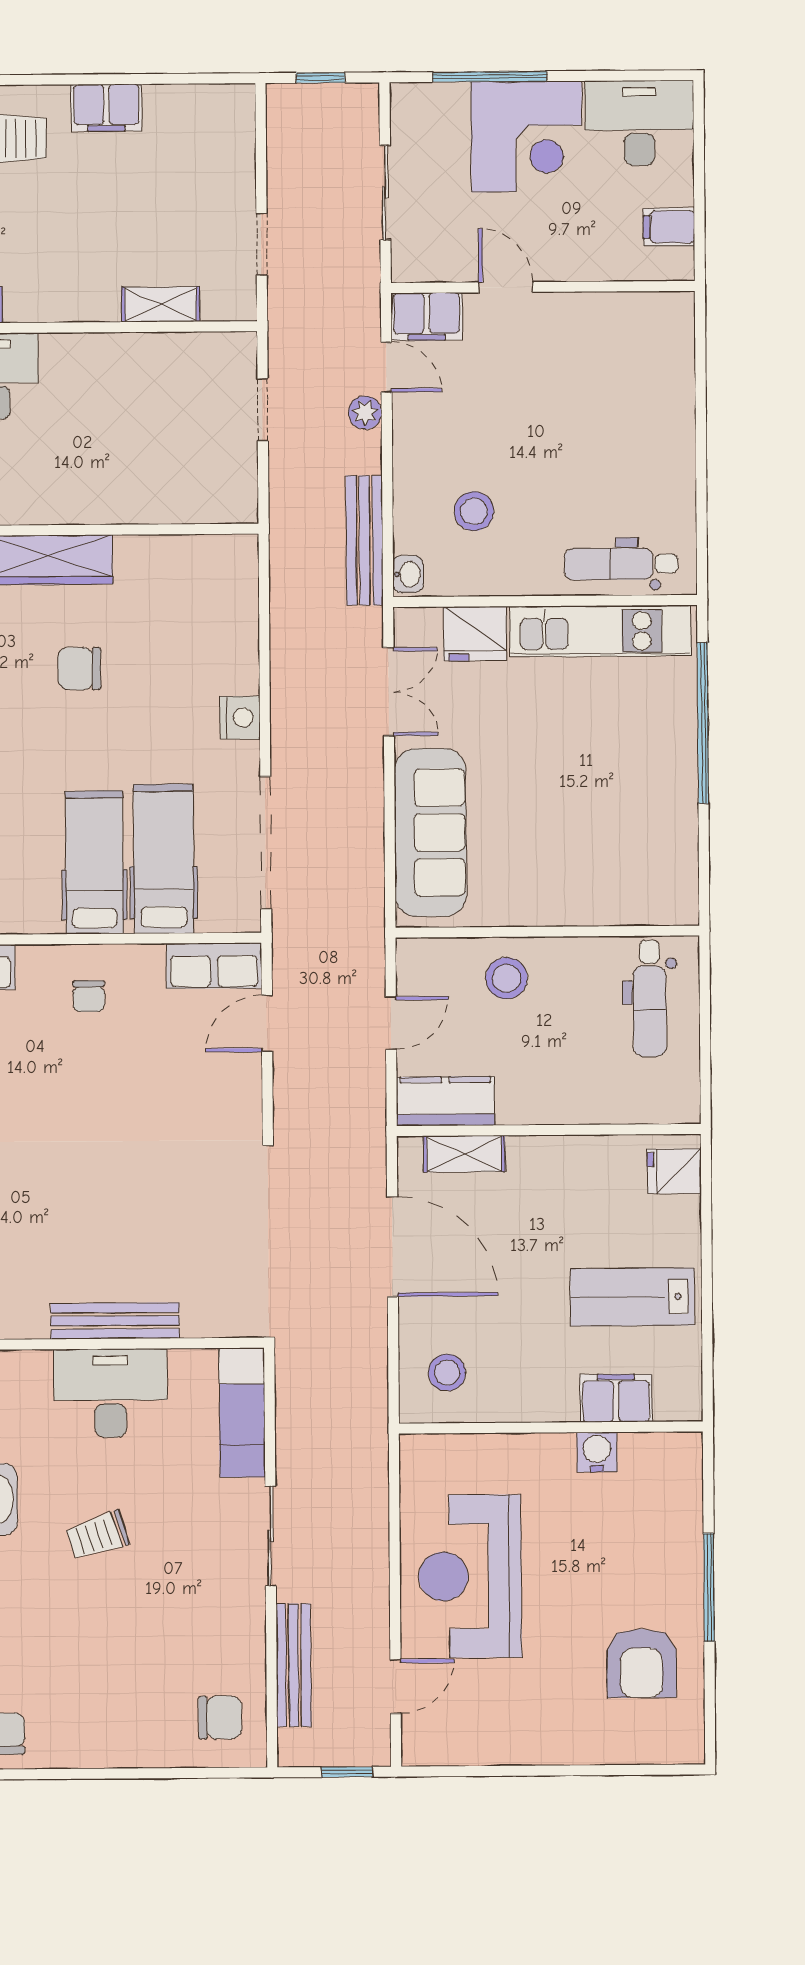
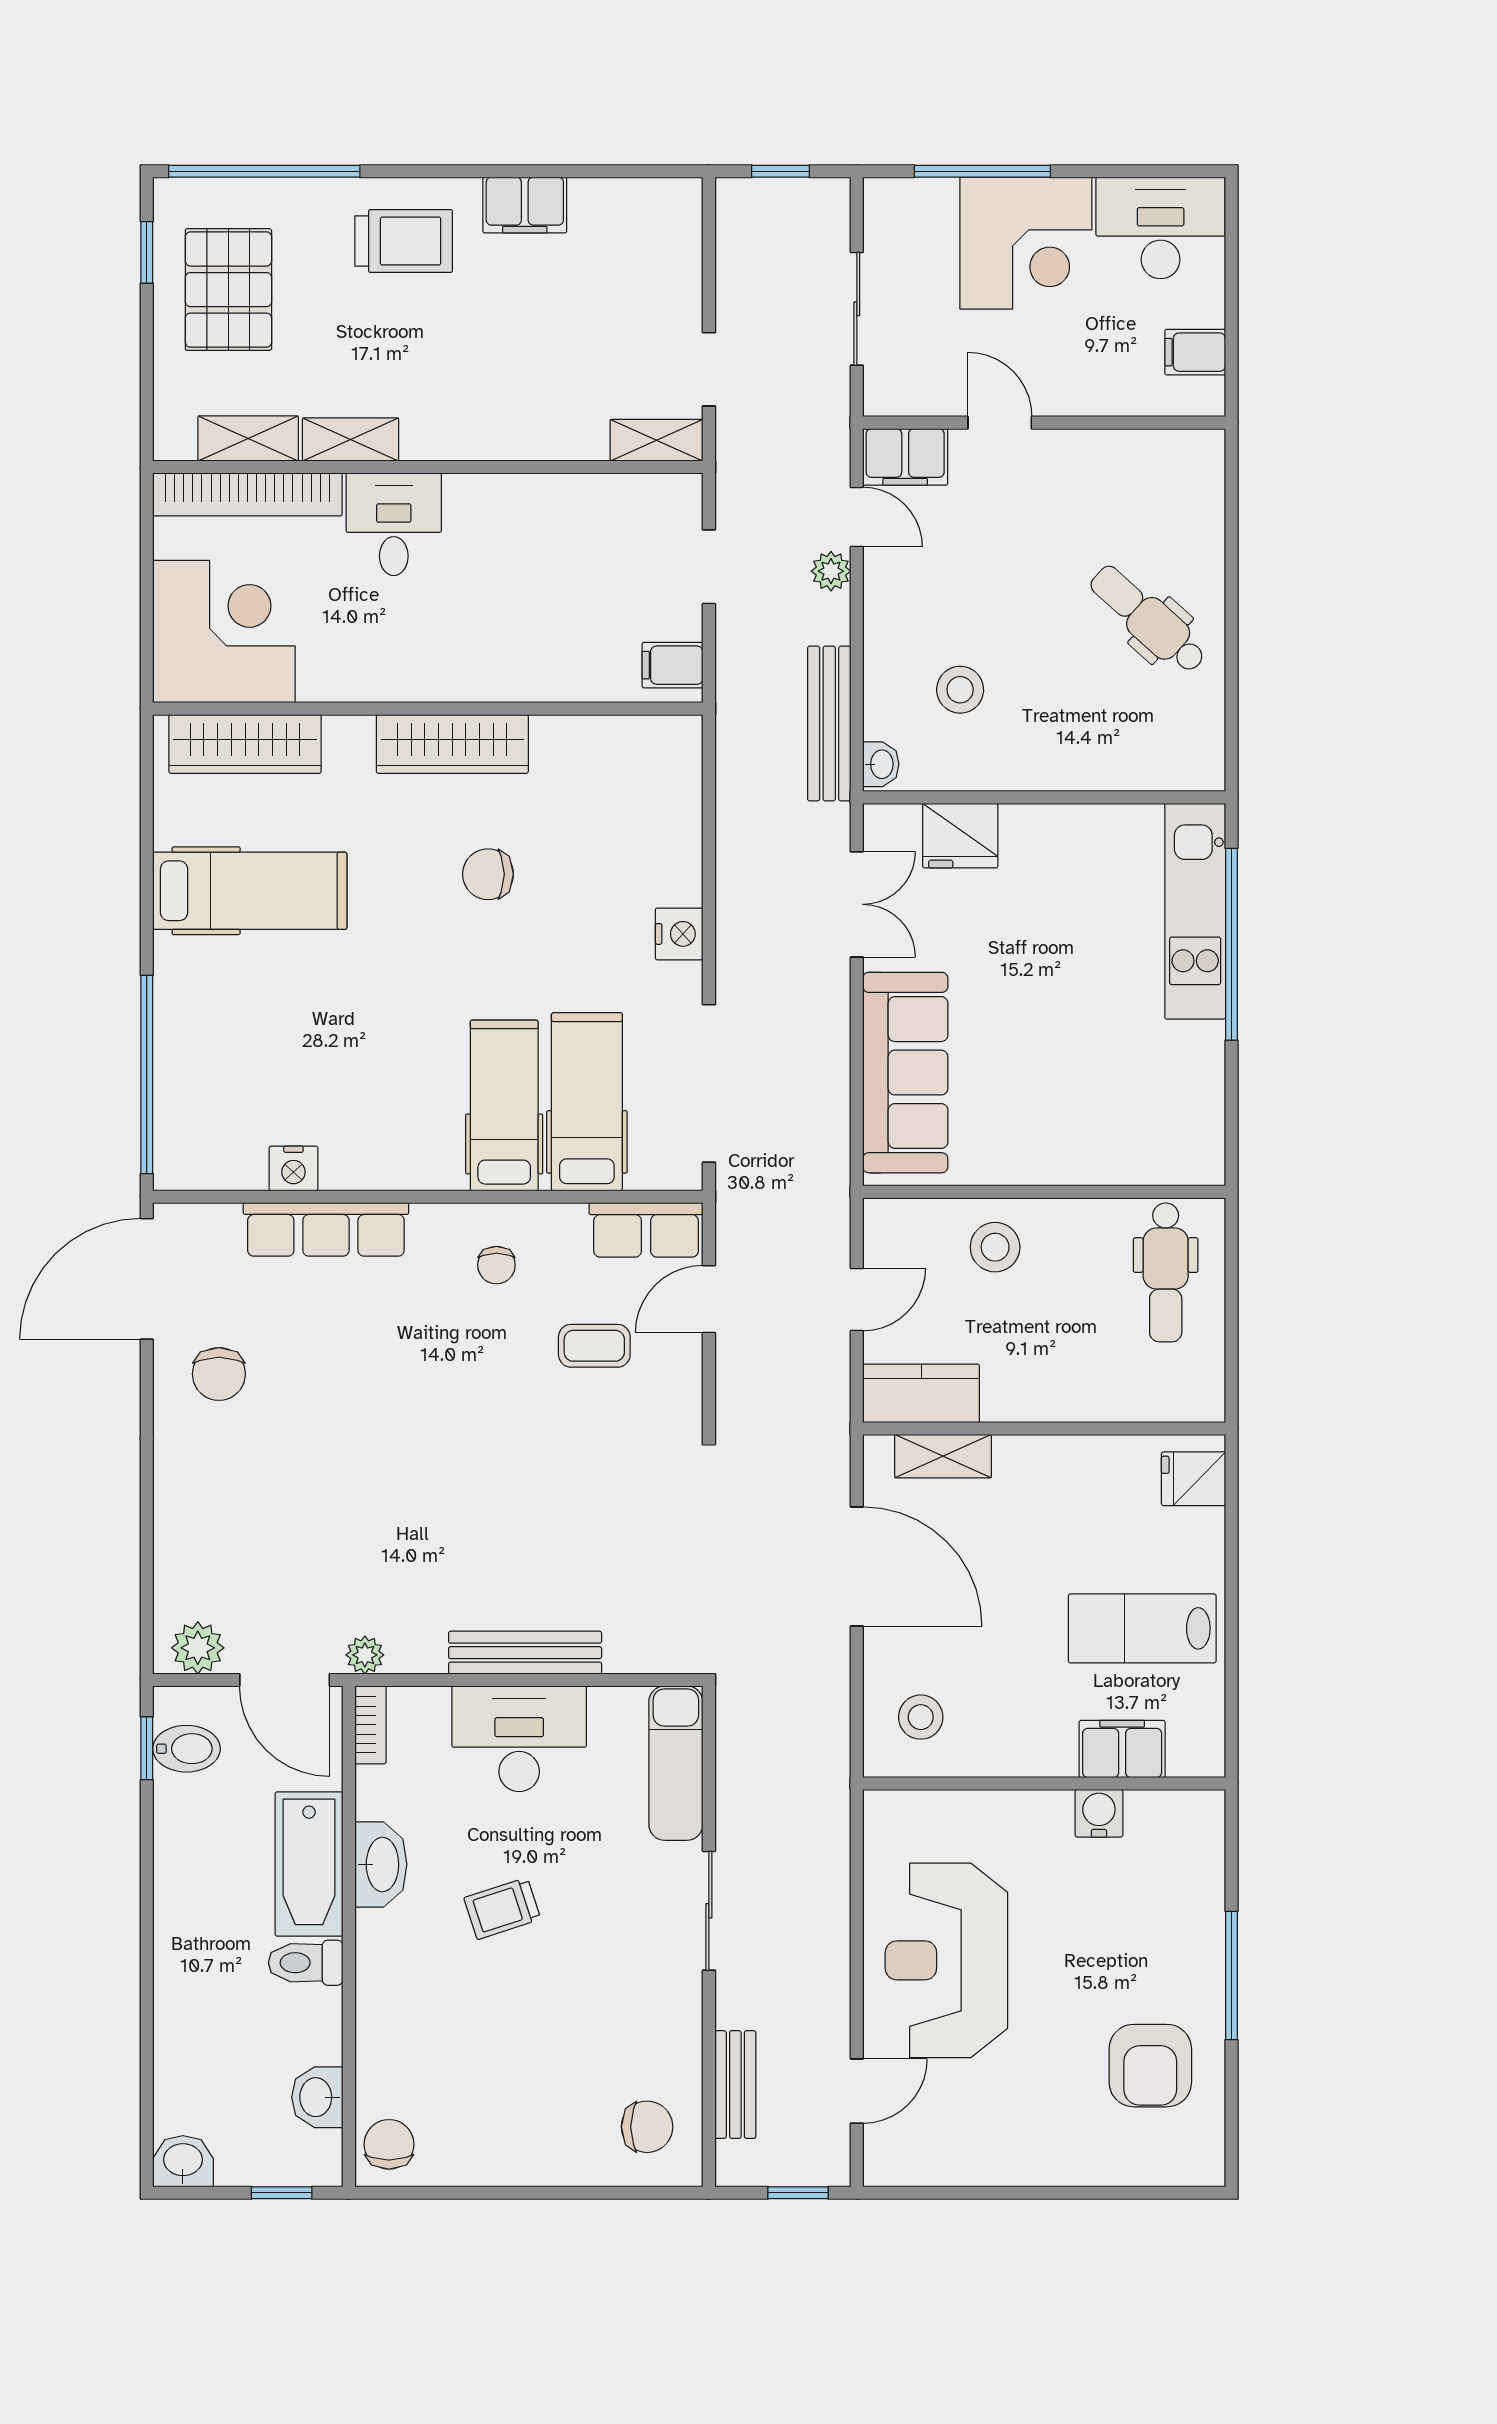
shelving: (161, 304) -> (657, 440), moved
filing cabinet: (233, 492) -> (673, 665), added
dental chair: (621, 564) -> (1148, 619), moved, turned 42
kitchen unit: (600, 631) -> (1195, 911), moved, turned 90
coffee table: (171, 1063) -> (594, 1346), added
bench: (294, 1665) -> (735, 2085), width x0.73

